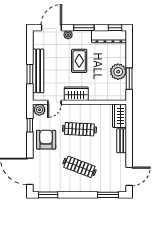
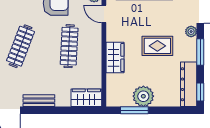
wardrobe: (76, 94) -> (115, 58), moved
bench: (122, 141) -> (39, 101), moved

